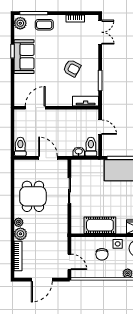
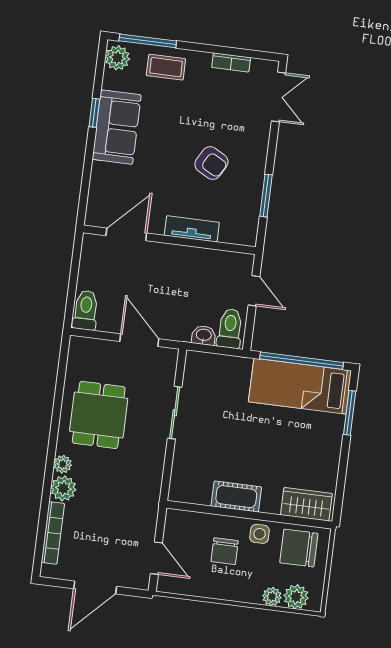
tv unit: (86, 101) -> (192, 229), moved
cot: (100, 225) -> (236, 497), width x0.73, depth x0.75

